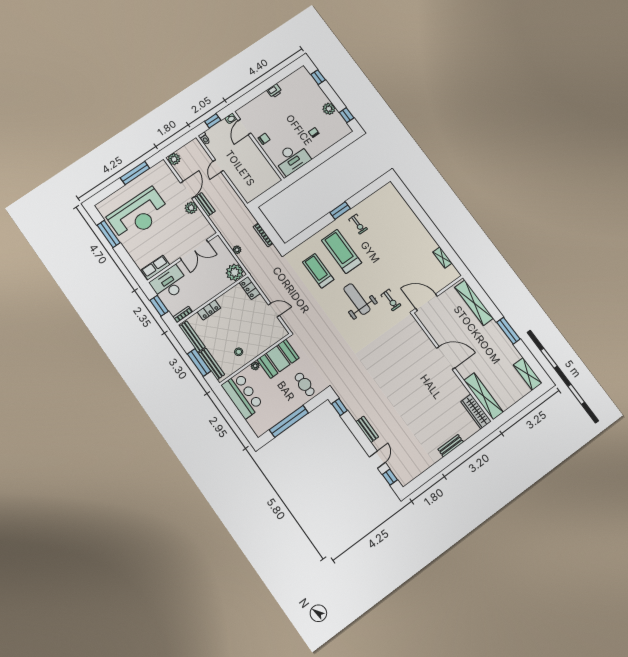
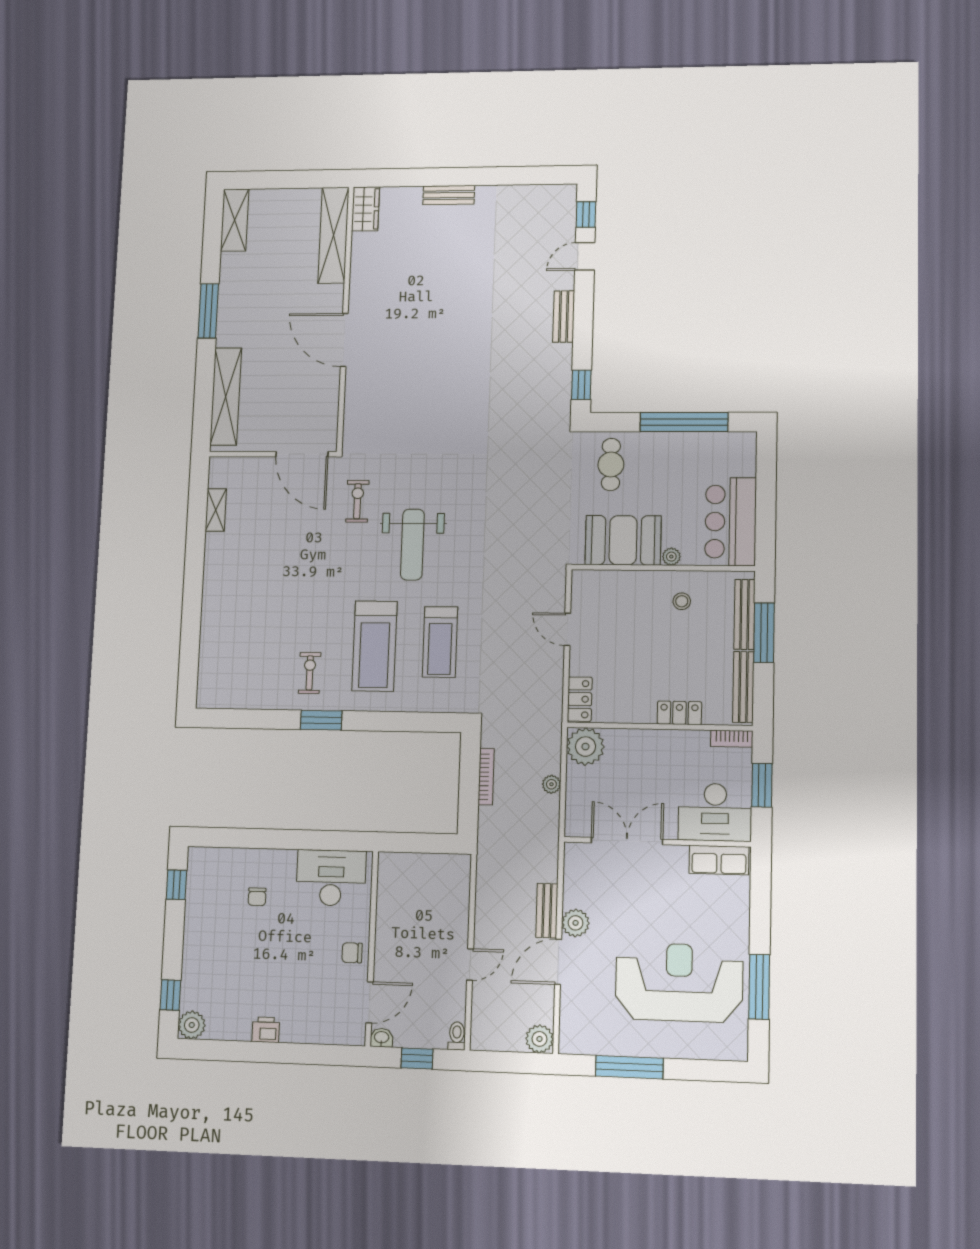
plant: (329, 109) -> (192, 1025), moved
wardrobe: (476, 411) -> (365, 209), width x0.67

